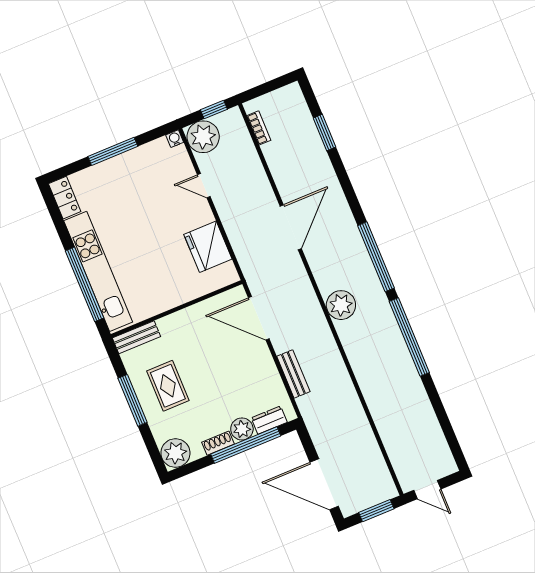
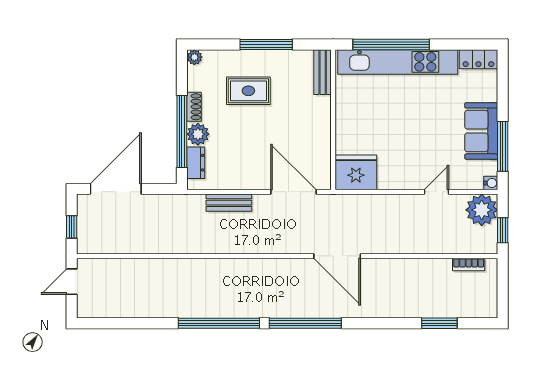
window: (113, 151) -> (503, 146), moved
sofa: (130, 167) -> (481, 131), added
door: (291, 227) -> (337, 256), moved
fridge: (208, 247) -> (356, 172), moved
plant: (341, 305) -> (274, 273), removed
door: (259, 318) -> (293, 192), hinge flipped
rug: (168, 386) -> (248, 91), moved
plant: (175, 453) -> (194, 57), width x0.53, depth x0.53
window: (376, 511) -> (72, 227), width x0.67

